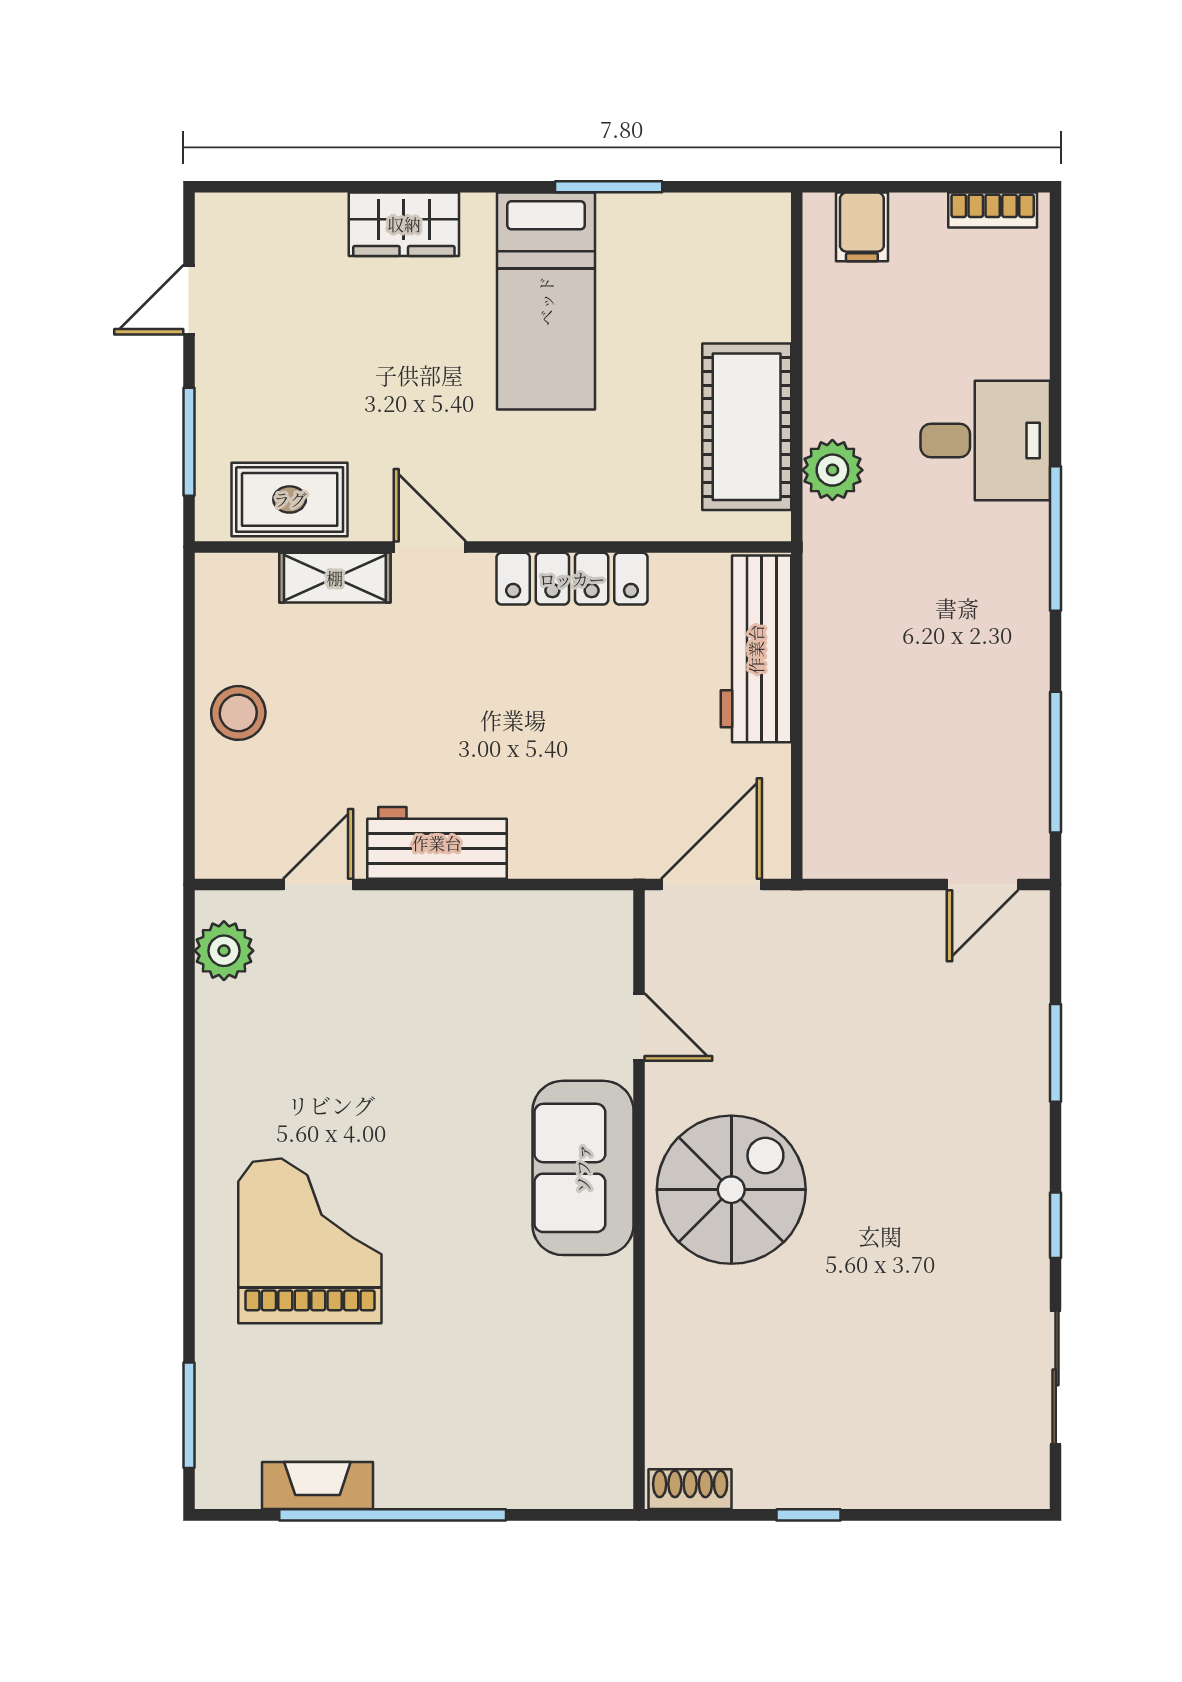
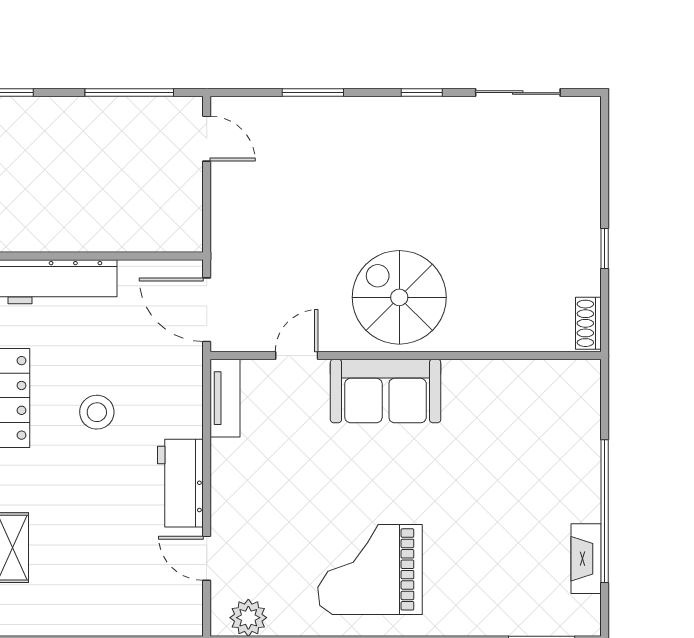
stool: (238, 713) -> (97, 412), moved
tv unit: (572, 914) -> (225, 398), added
grand piano: (310, 1241) -> (370, 569), moved

